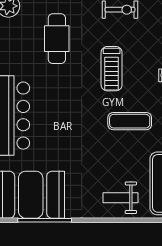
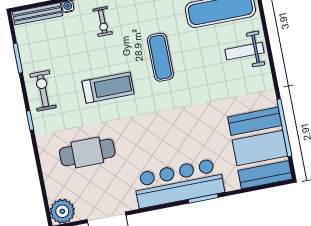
weight bench: (120, 198) -> (244, 51), turned 90

